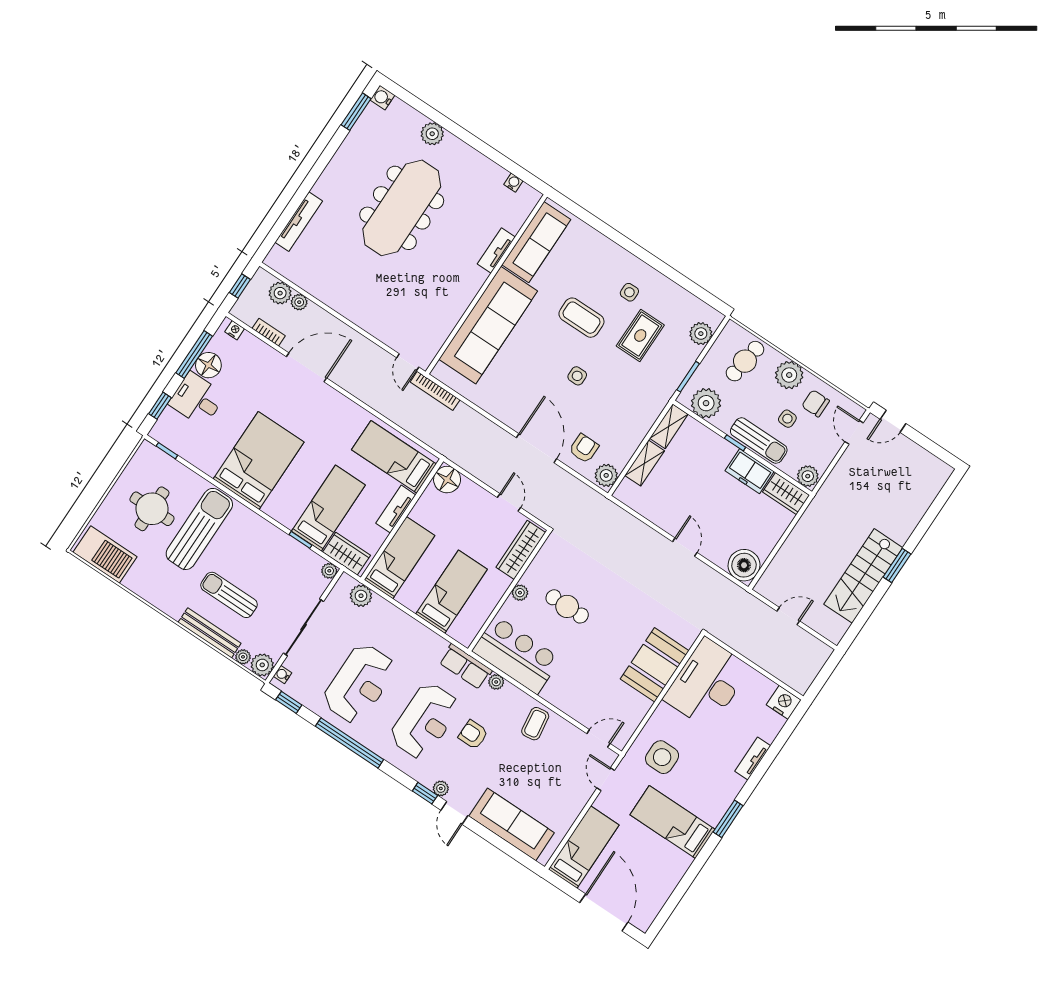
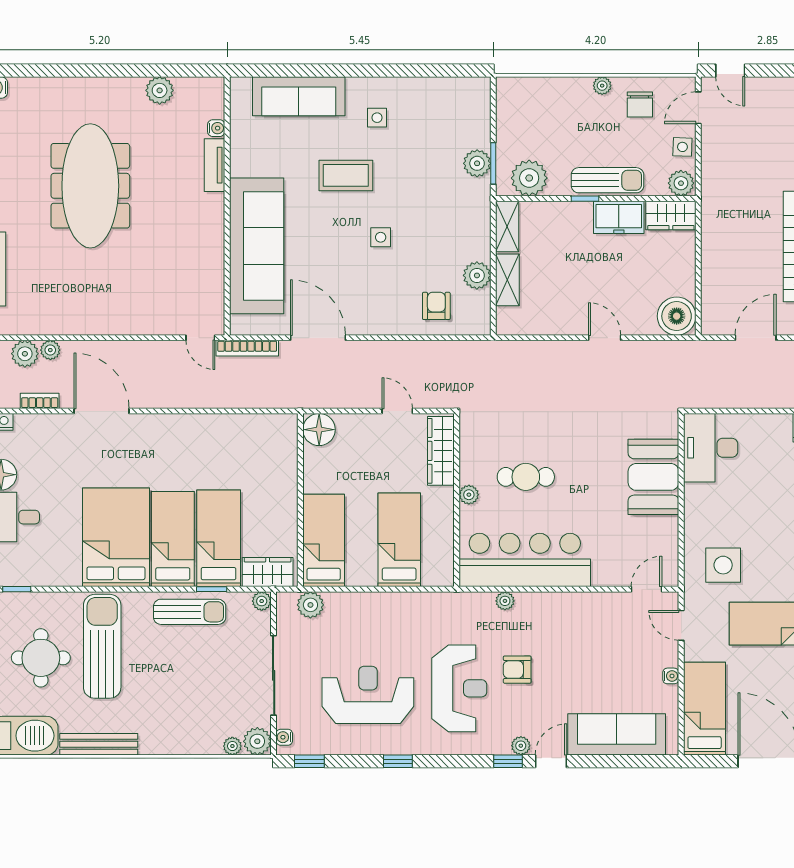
plant: (432, 134) -> (160, 90), moved
water cooler: (513, 183) -> (216, 128), moved, turned 90
sofa: (536, 242) -> (299, 96), moved, turned 90
plant: (701, 334) -> (477, 163), moved
rug: (640, 335) -> (417, 154), removed
cafe table: (745, 361) -> (540, 109), removed
door: (306, 367) -> (102, 411), hinge flipped
plant: (789, 375) -> (602, 86), width x0.53, depth x0.53
chair: (816, 403) -> (640, 104), turned -90
side table: (787, 419) -> (682, 147), moved
door: (893, 421) -> (730, 70), hinge flipped
door: (854, 432) -> (698, 108), hinge flipped
door: (537, 448) -> (318, 338), moved
bed: (394, 457) -> (173, 539), moved, turned 90
plant: (606, 475) -> (477, 275), moved
tv unit: (396, 509) -> (287, 494), removed
sun lounger: (229, 595) -> (190, 612), moved, turned 180
door: (788, 616) -> (756, 338), width x1.38
bench: (210, 633) -> (99, 744), moved
bar counter: (516, 655) -> (525, 560), width x1.36
row of seats: (466, 667) -> (464, 606), removed
desk: (707, 683) -> (711, 448), width x0.73, depth x0.77
reception desk: (359, 684) -> (368, 695), turned -90
coffee table: (535, 724) -> (572, 617), removed
window: (350, 743) -> (398, 761), width x0.32
water cooler: (575, 809) -> (671, 676), added
door: (454, 813) -> (551, 761), swing flipped

